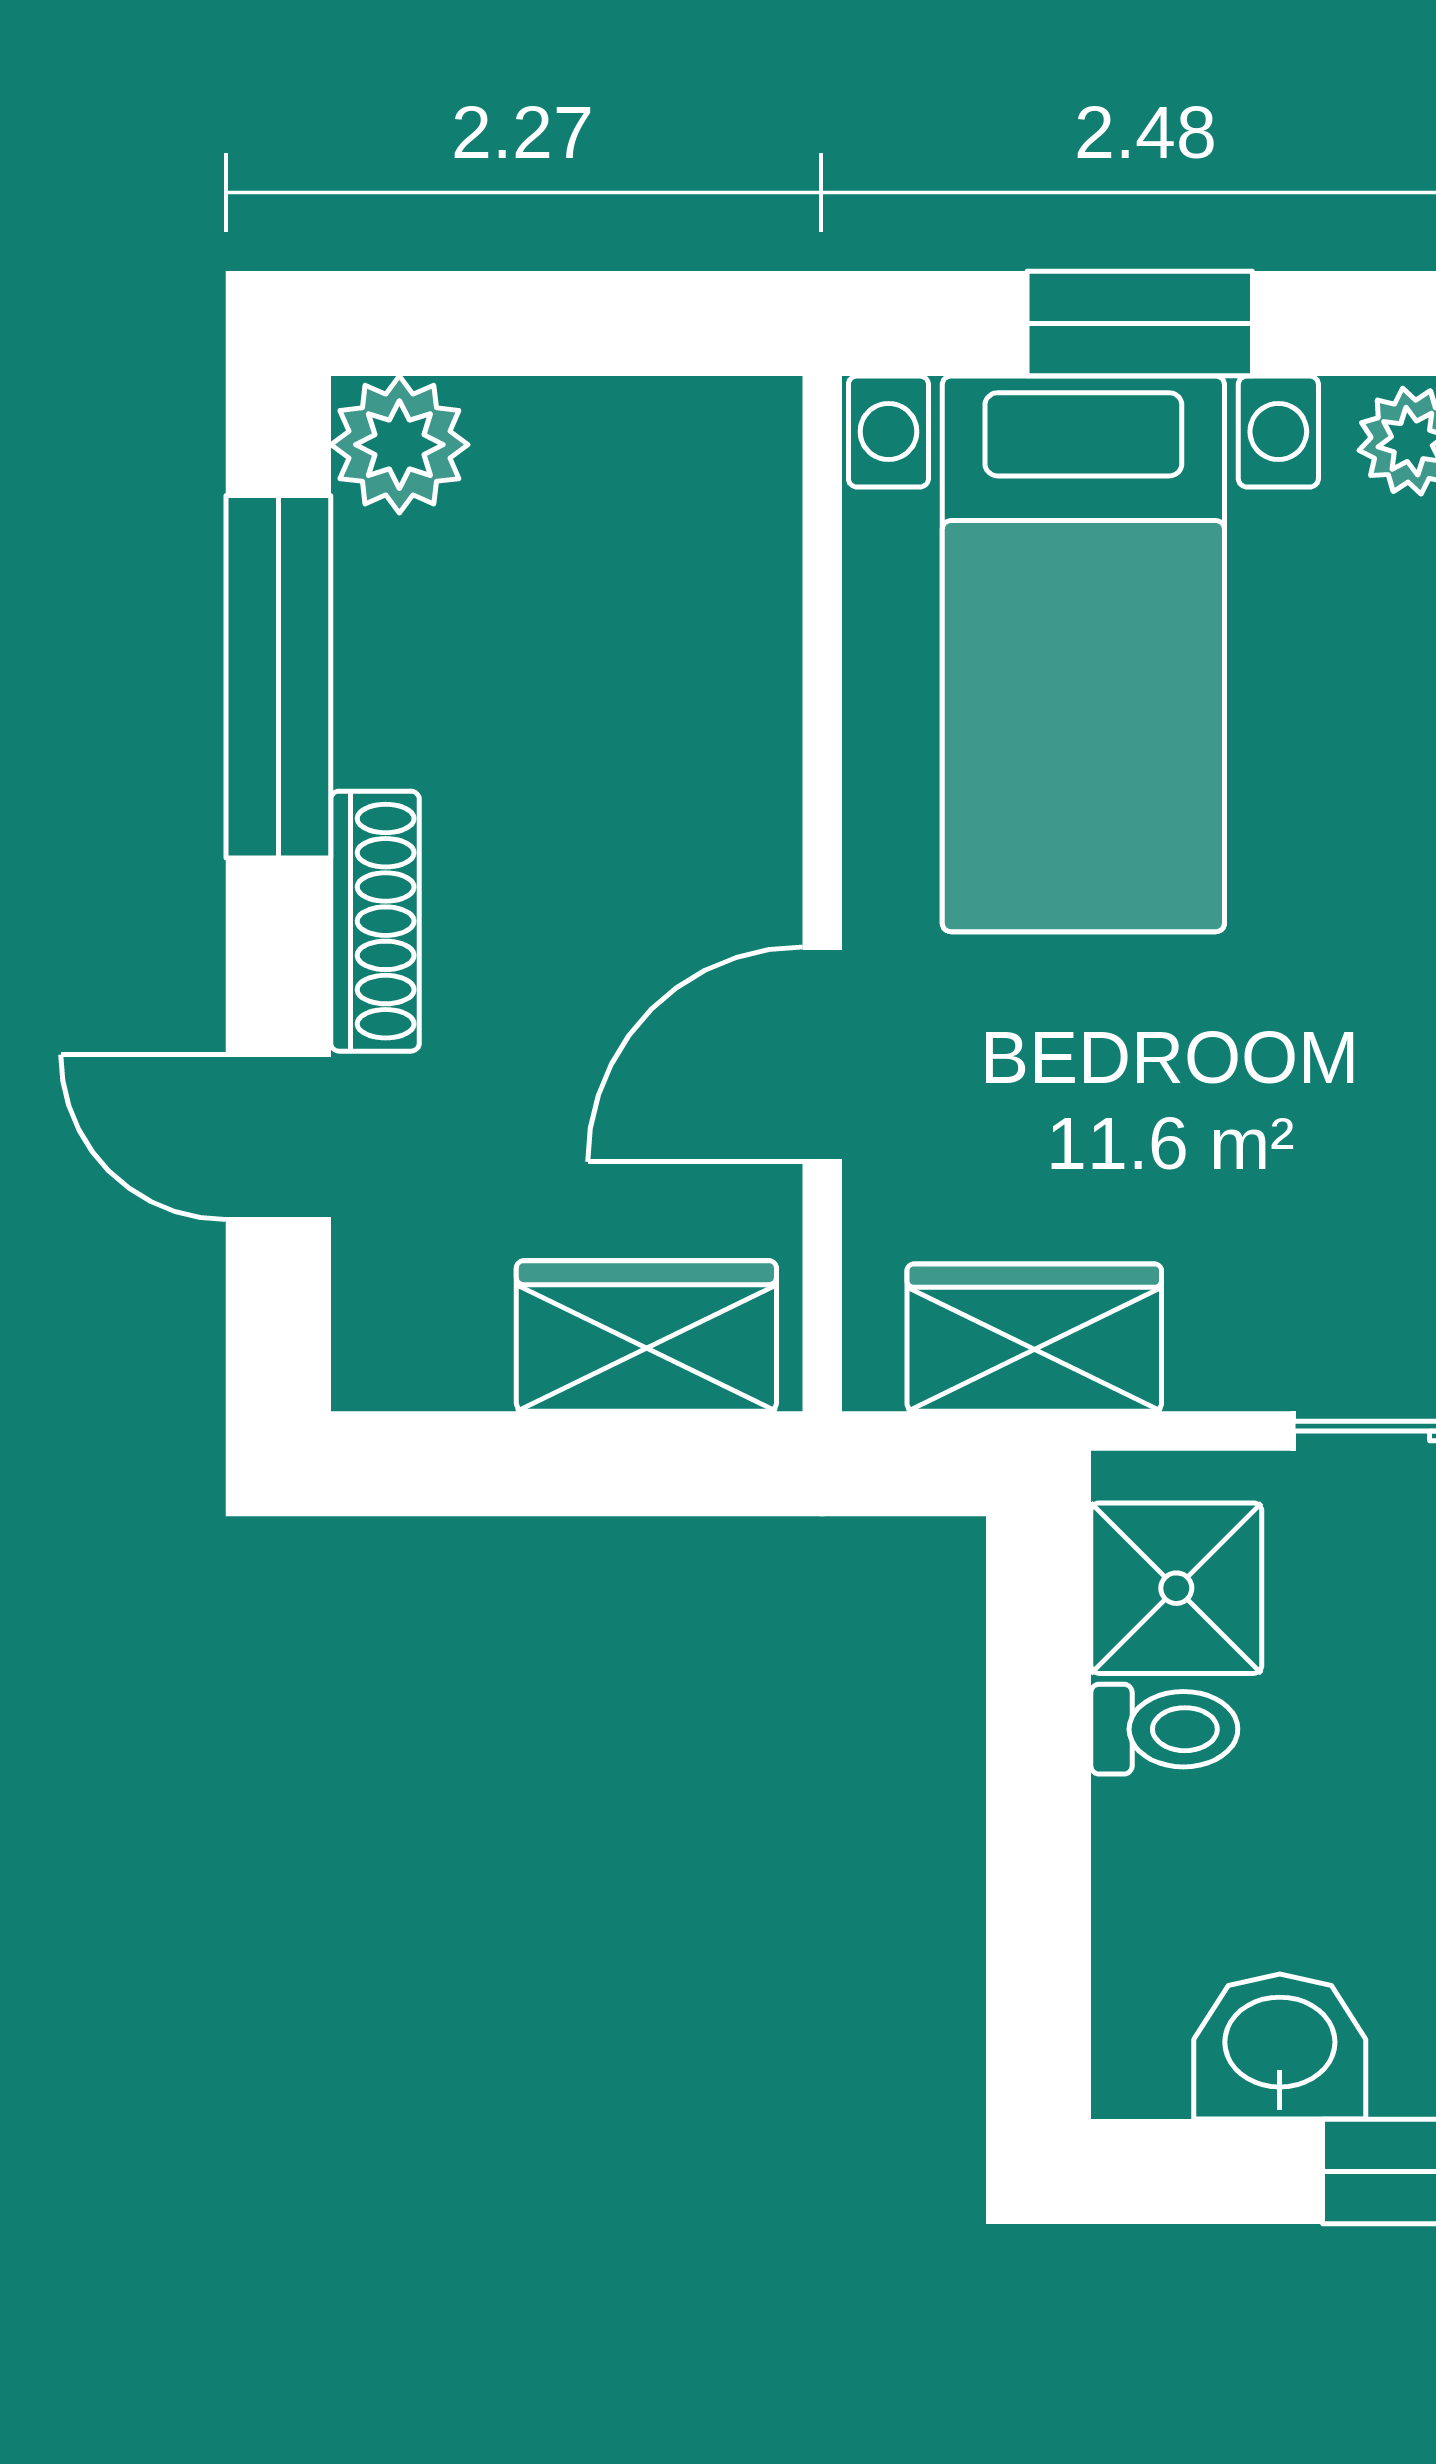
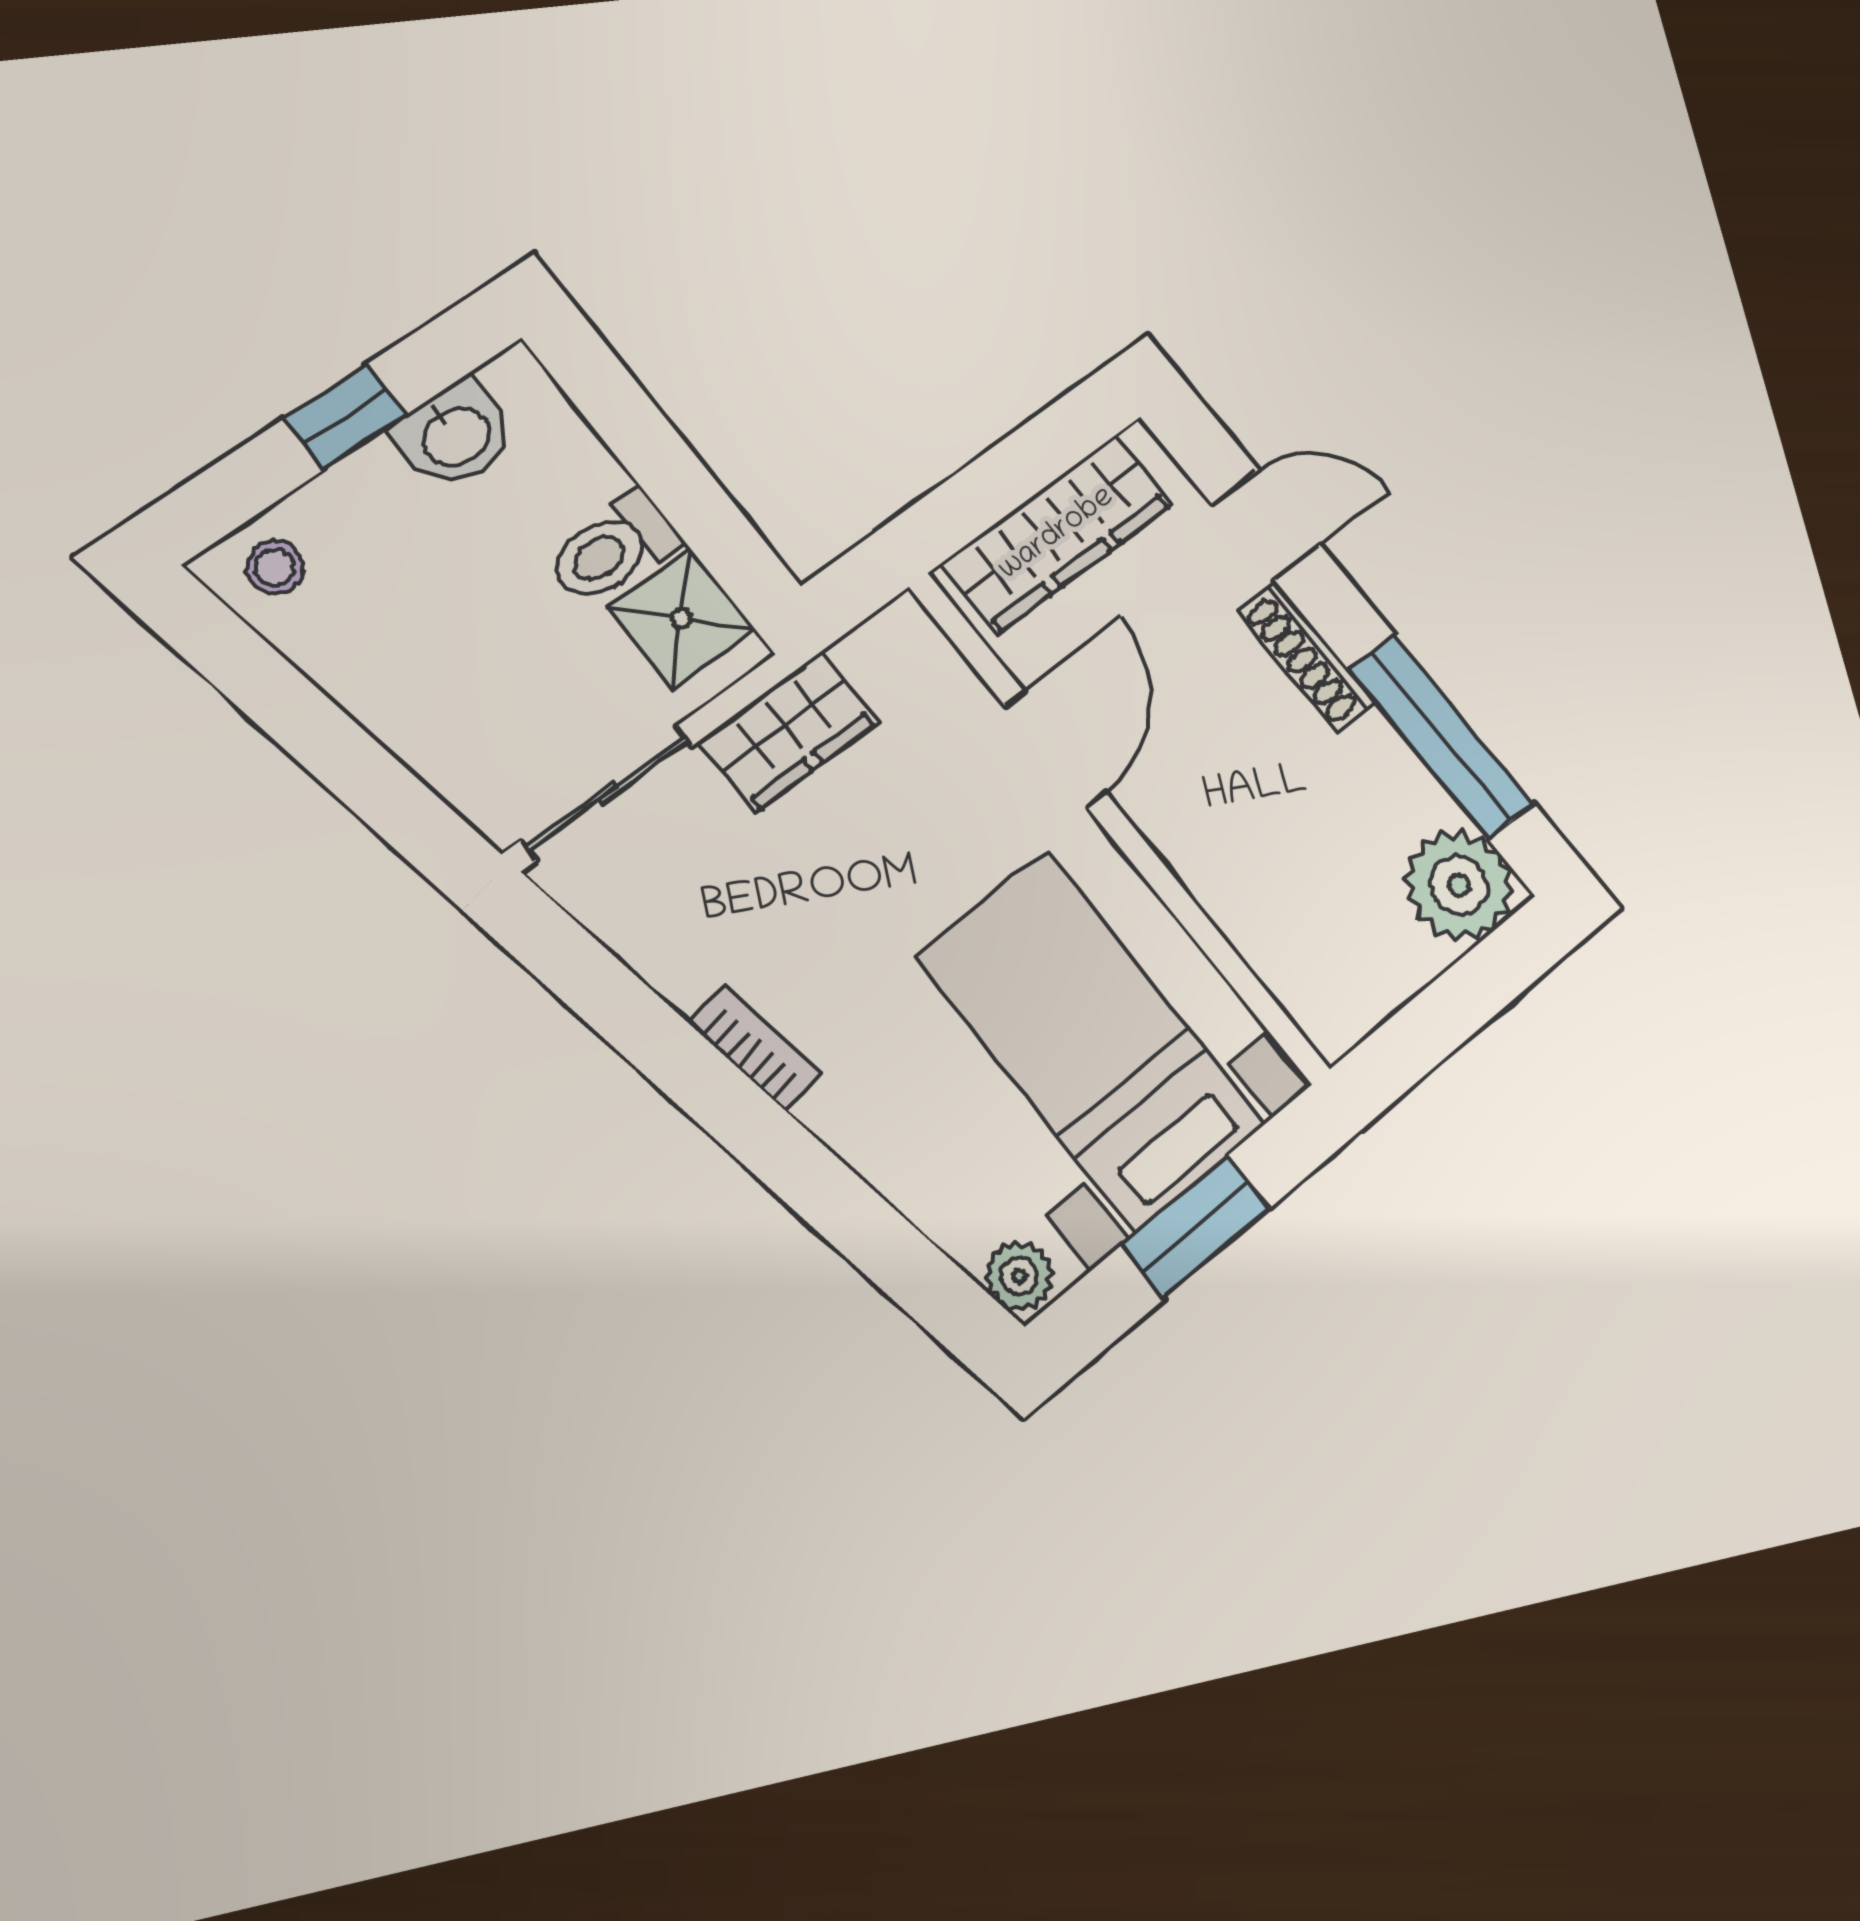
plant: (399, 445) -> (1459, 885), width x1.36, depth x1.36
wardrobe: (646, 1336) -> (1057, 534), width x1.50
wardrobe: (1034, 1338) -> (789, 731), moved
toilet: (1164, 1729) -> (613, 548), width x1.37, depth x1.39

